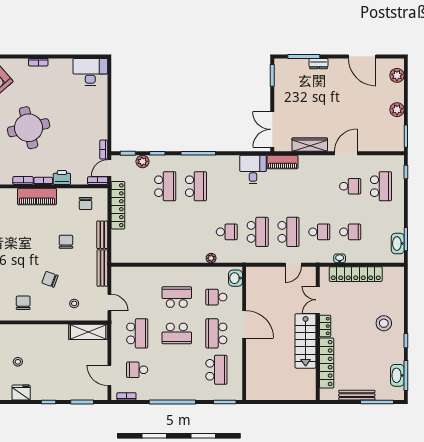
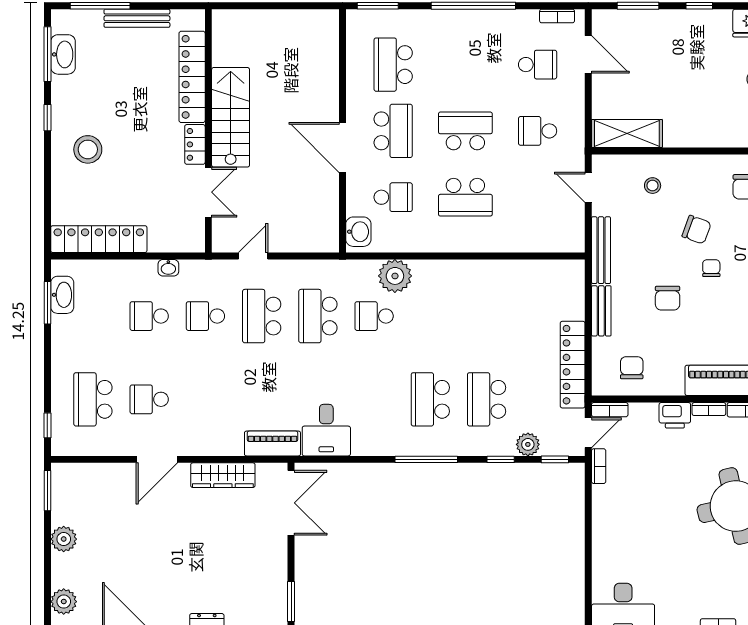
chair: (42, 258) -> (711, 268), added
plant: (211, 258) -> (395, 276), width x1.88, depth x1.88
locker: (356, 274) -> (99, 239), moved
school desk: (137, 333) -> (538, 131), width x0.54

